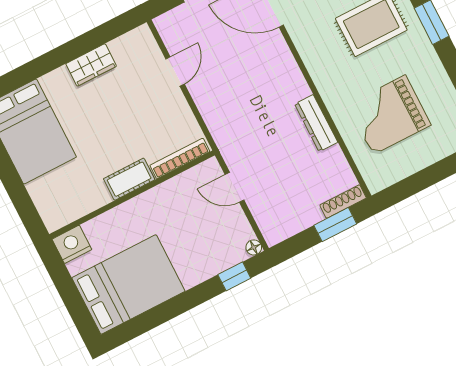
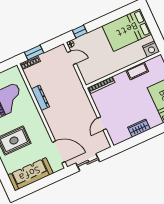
cot: (129, 179) -> (137, 71), moved
door: (235, 187) -> (72, 58), moved

